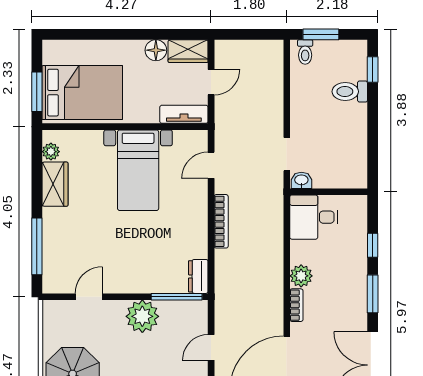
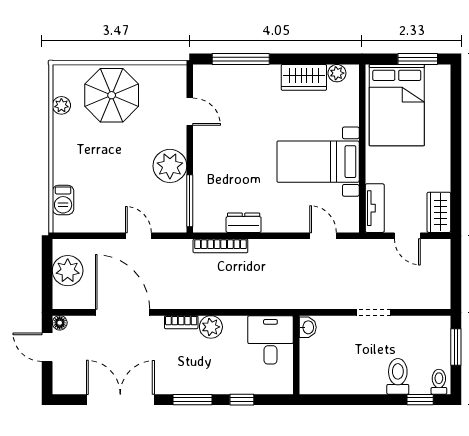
floor lamp: (156, 50) -> (440, 180), removed
toilet: (305, 52) -> (439, 382), moved, turned 90
window: (37, 92) -> (418, 59), moved
doorway: (287, 154) -> (374, 312), moved
bookcase: (221, 221) -> (220, 246), moved
dresser: (198, 276) -> (244, 223), moved

